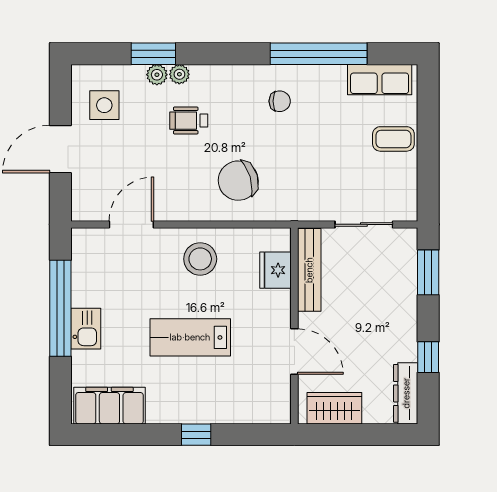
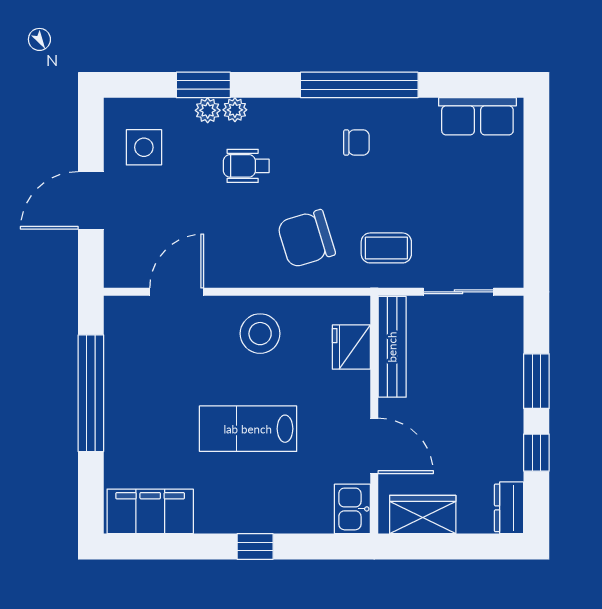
window: (319, 54) -> (359, 85), moved
coffee table: (393, 139) -> (386, 248), moved
window: (428, 272) -> (536, 381), moved
kitchen sink: (86, 329) -> (352, 509), moved, turned 180
dresser: (406, 393) -> (509, 508), width x0.70

